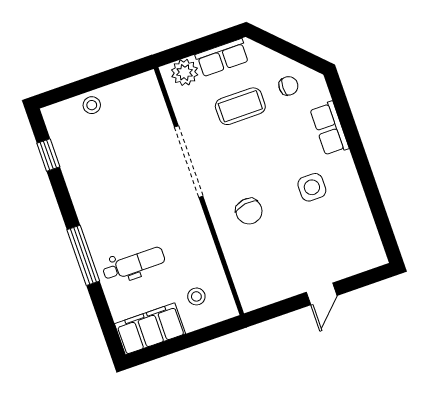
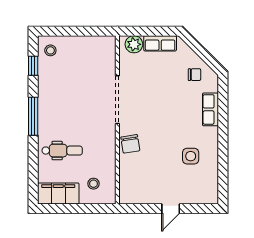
stool: (92, 105) -> (50, 50), moved
coffee table: (240, 106) -> (161, 77), removed
side table: (312, 187) -> (191, 156), moved
chair: (249, 211) -> (130, 144), moved
window: (83, 255) -> (33, 116), moved

